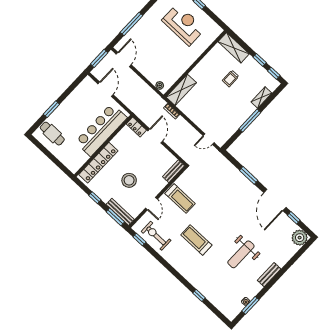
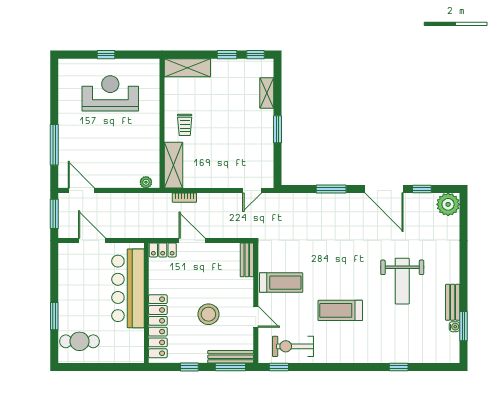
trolley: (231, 78) -> (185, 125), moved
window: (250, 121) -> (278, 129), width x0.69
bench: (269, 275) -> (453, 302), moved

